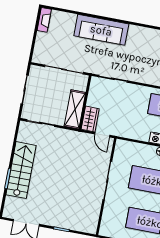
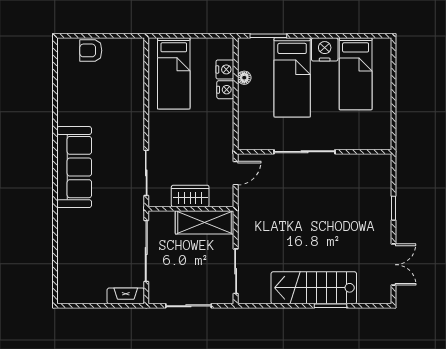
fireplace: (44, 20) -> (126, 296), moved
sofa: (101, 30) -> (74, 167), moved
wardrobe: (90, 119) -> (190, 196), moved

